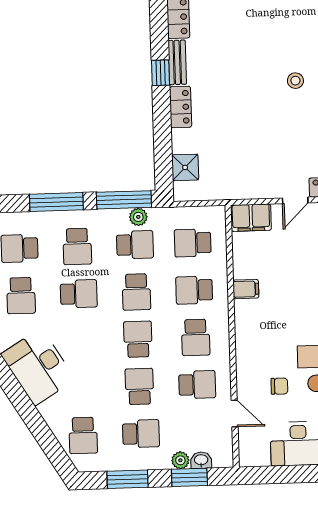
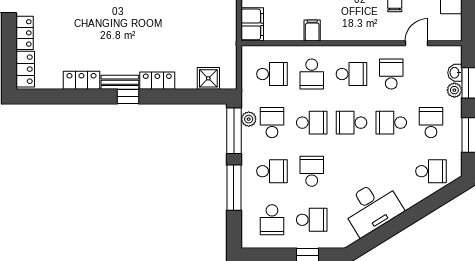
school desk: (193, 243) -> (272, 74), turned -90

